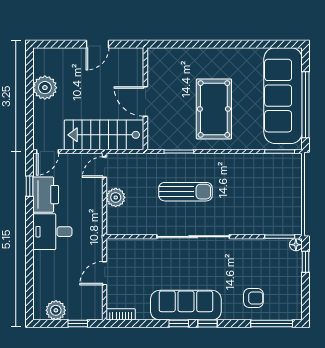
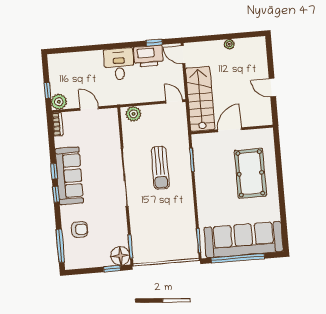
plant: (45, 88) -> (229, 44), width x0.53, depth x0.53
pool table: (214, 109) -> (250, 173), moved, turned 90
plant: (116, 197) -> (134, 114), moved
floor lamp: (296, 245) -> (120, 256), width x1.89, depth x1.89
armchair: (253, 298) -> (80, 229), turned -90
plant: (56, 310) -> (59, 102), moved

